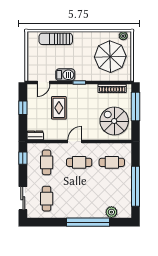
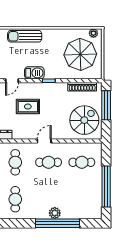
rug: (59, 108) -> (28, 107), turned 90
spiral stairs: (114, 121) -> (84, 120), turned 90
plant: (111, 212) -> (55, 213), moved

